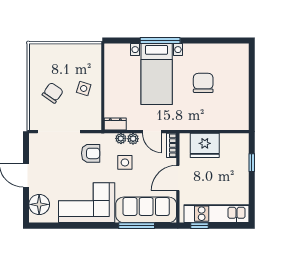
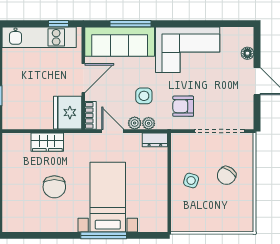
wardrobe: (209, 122) -> (47, 142), added
fridge: (205, 145) -> (68, 113), moved, turned -90
floor lamp: (39, 204) -> (247, 53), width x0.53, depth x0.53

